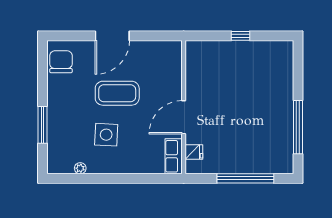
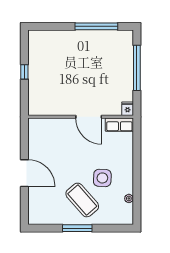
chair: (61, 62) -> (45, 214), removed
coffee table: (117, 93) -> (82, 200), moved, turned -41
window: (42, 125) -> (77, 228), moved
fridge: (194, 152) -> (128, 109), moved

